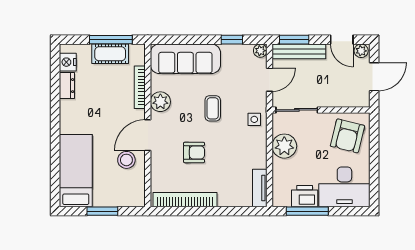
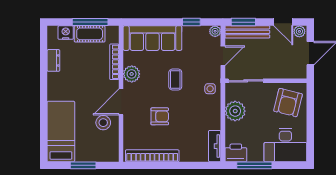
nightstand: (68, 62) -> (66, 33), moved, turned 90
printer: (305, 196) -> (236, 153), moved

